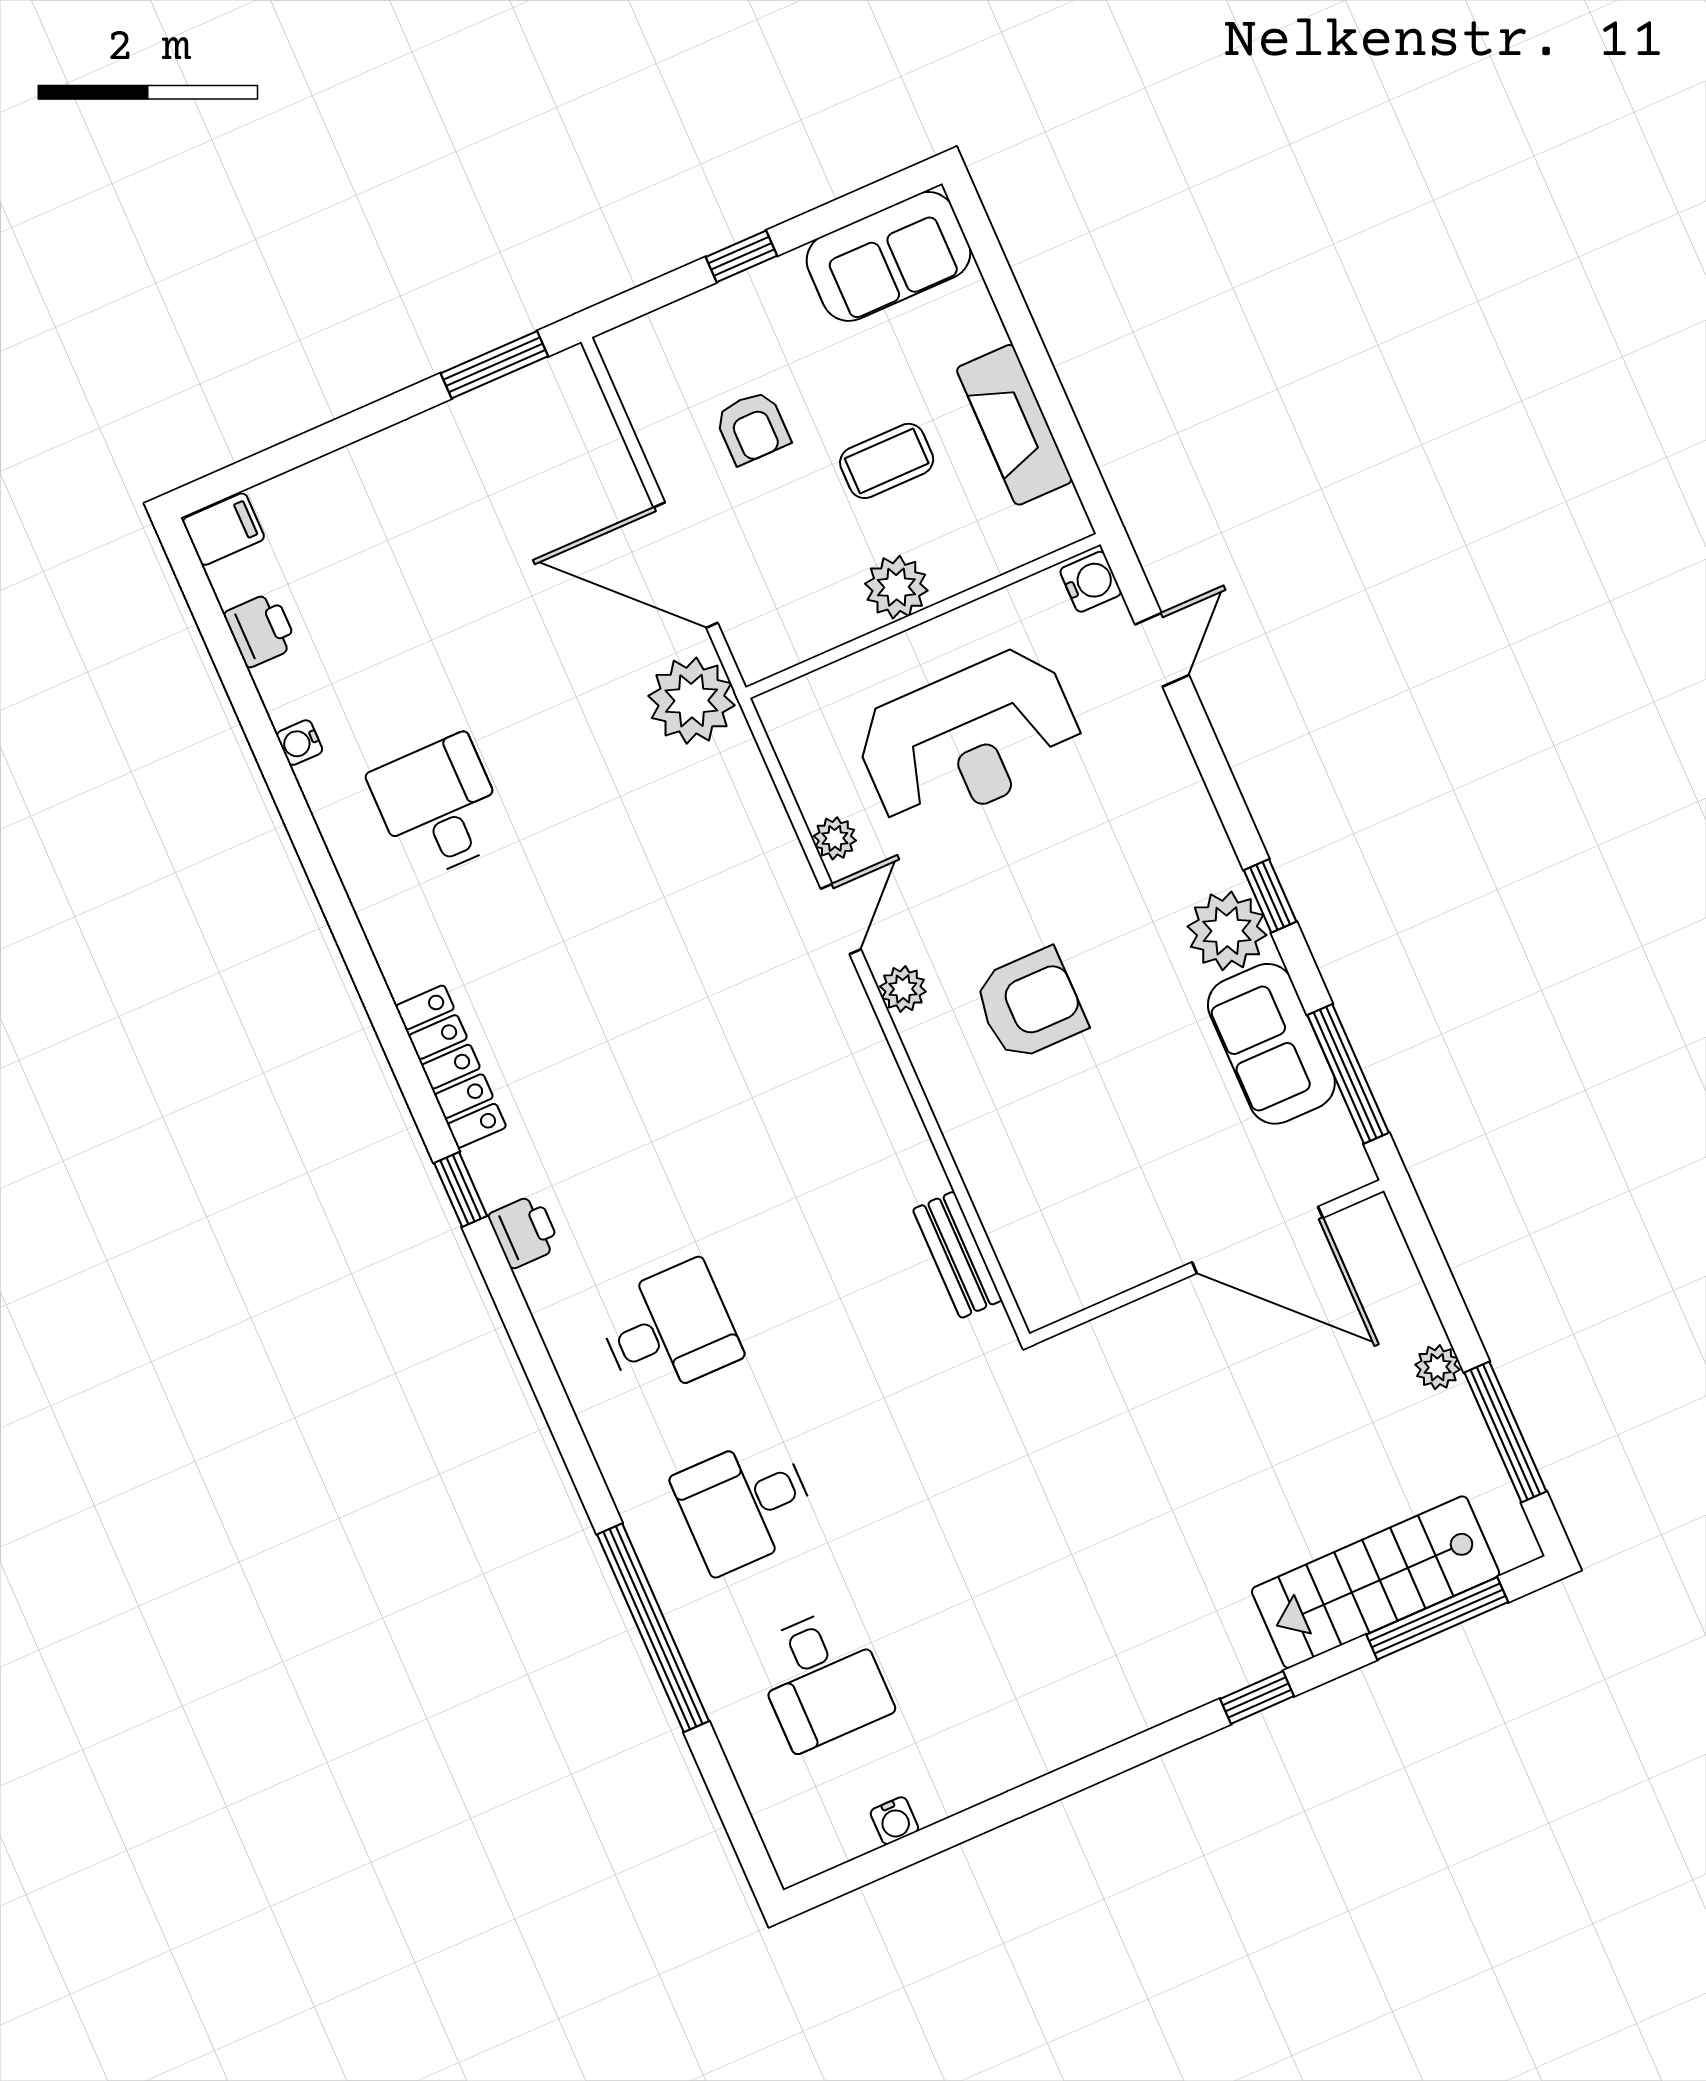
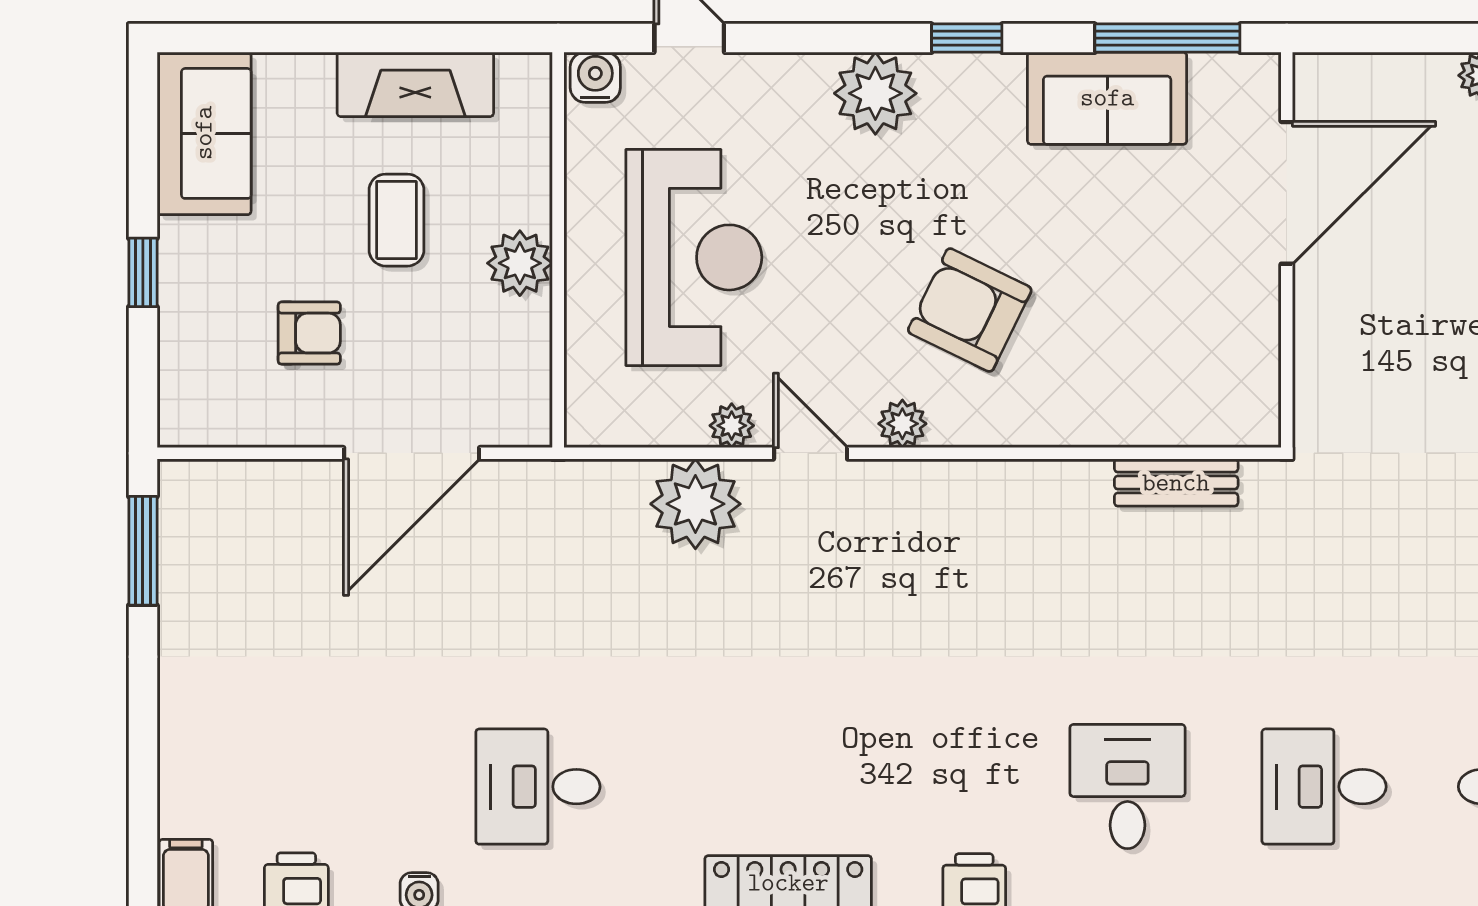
plant: (691, 701) -> (695, 504), moved
plant: (1227, 931) -> (875, 93), moved
armchair: (1030, 1004) -> (970, 310), turned -64
desk: (745, 1504) -> (1324, 787), turned 90

